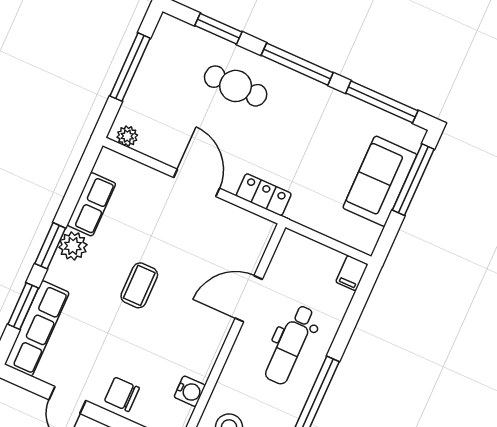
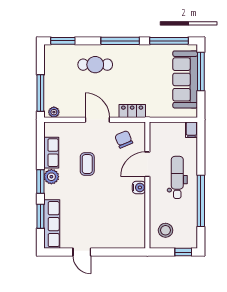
window: (218, 29) -> (63, 41), moved
window: (130, 67) -> (40, 93), moved
sofa: (380, 181) -> (185, 79), width x1.36
coffee table: (139, 285) -> (87, 164), moved
dental chair: (290, 345) -> (177, 177), turned 180
water cooler: (190, 391) -> (139, 187), moved
chair: (122, 394) -> (124, 139), moved, turned 67

